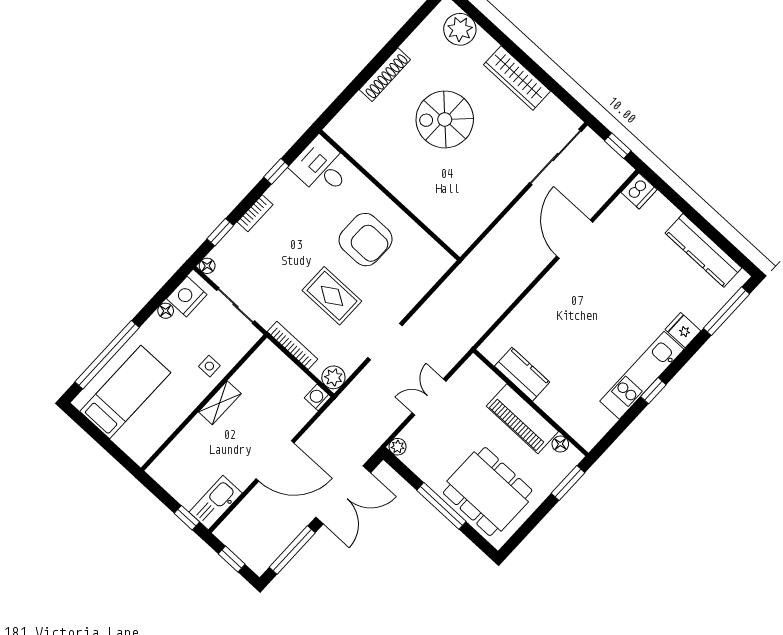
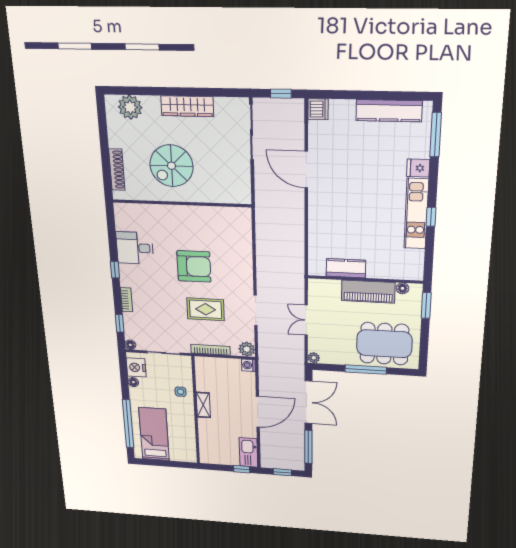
wall: (390, 195) -> (182, 203), moved

